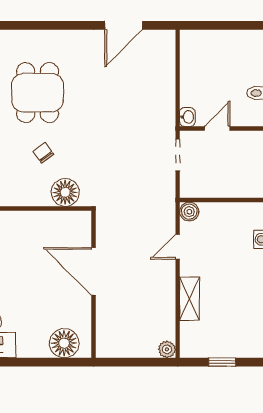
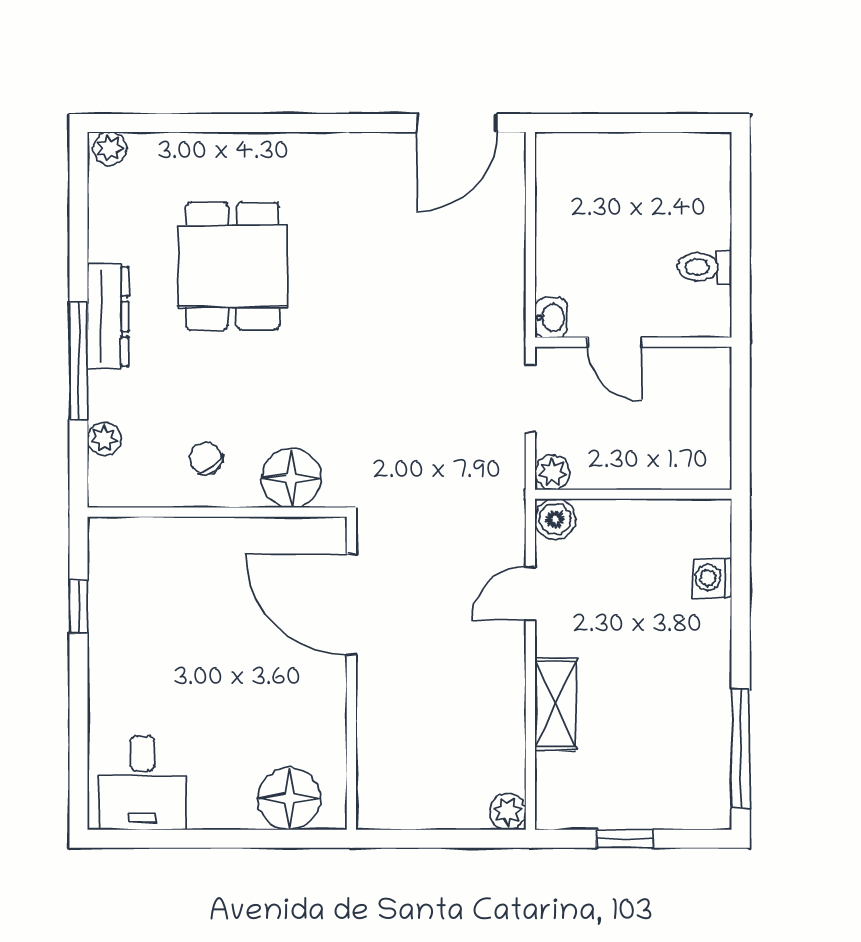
door: (124, 25) -> (457, 123), moved
door: (217, 128) -> (615, 342), swing flipped
chair: (43, 153) -> (206, 459), moved
plant: (188, 190) -> (552, 472), added
door: (93, 271) -> (351, 604), moved

